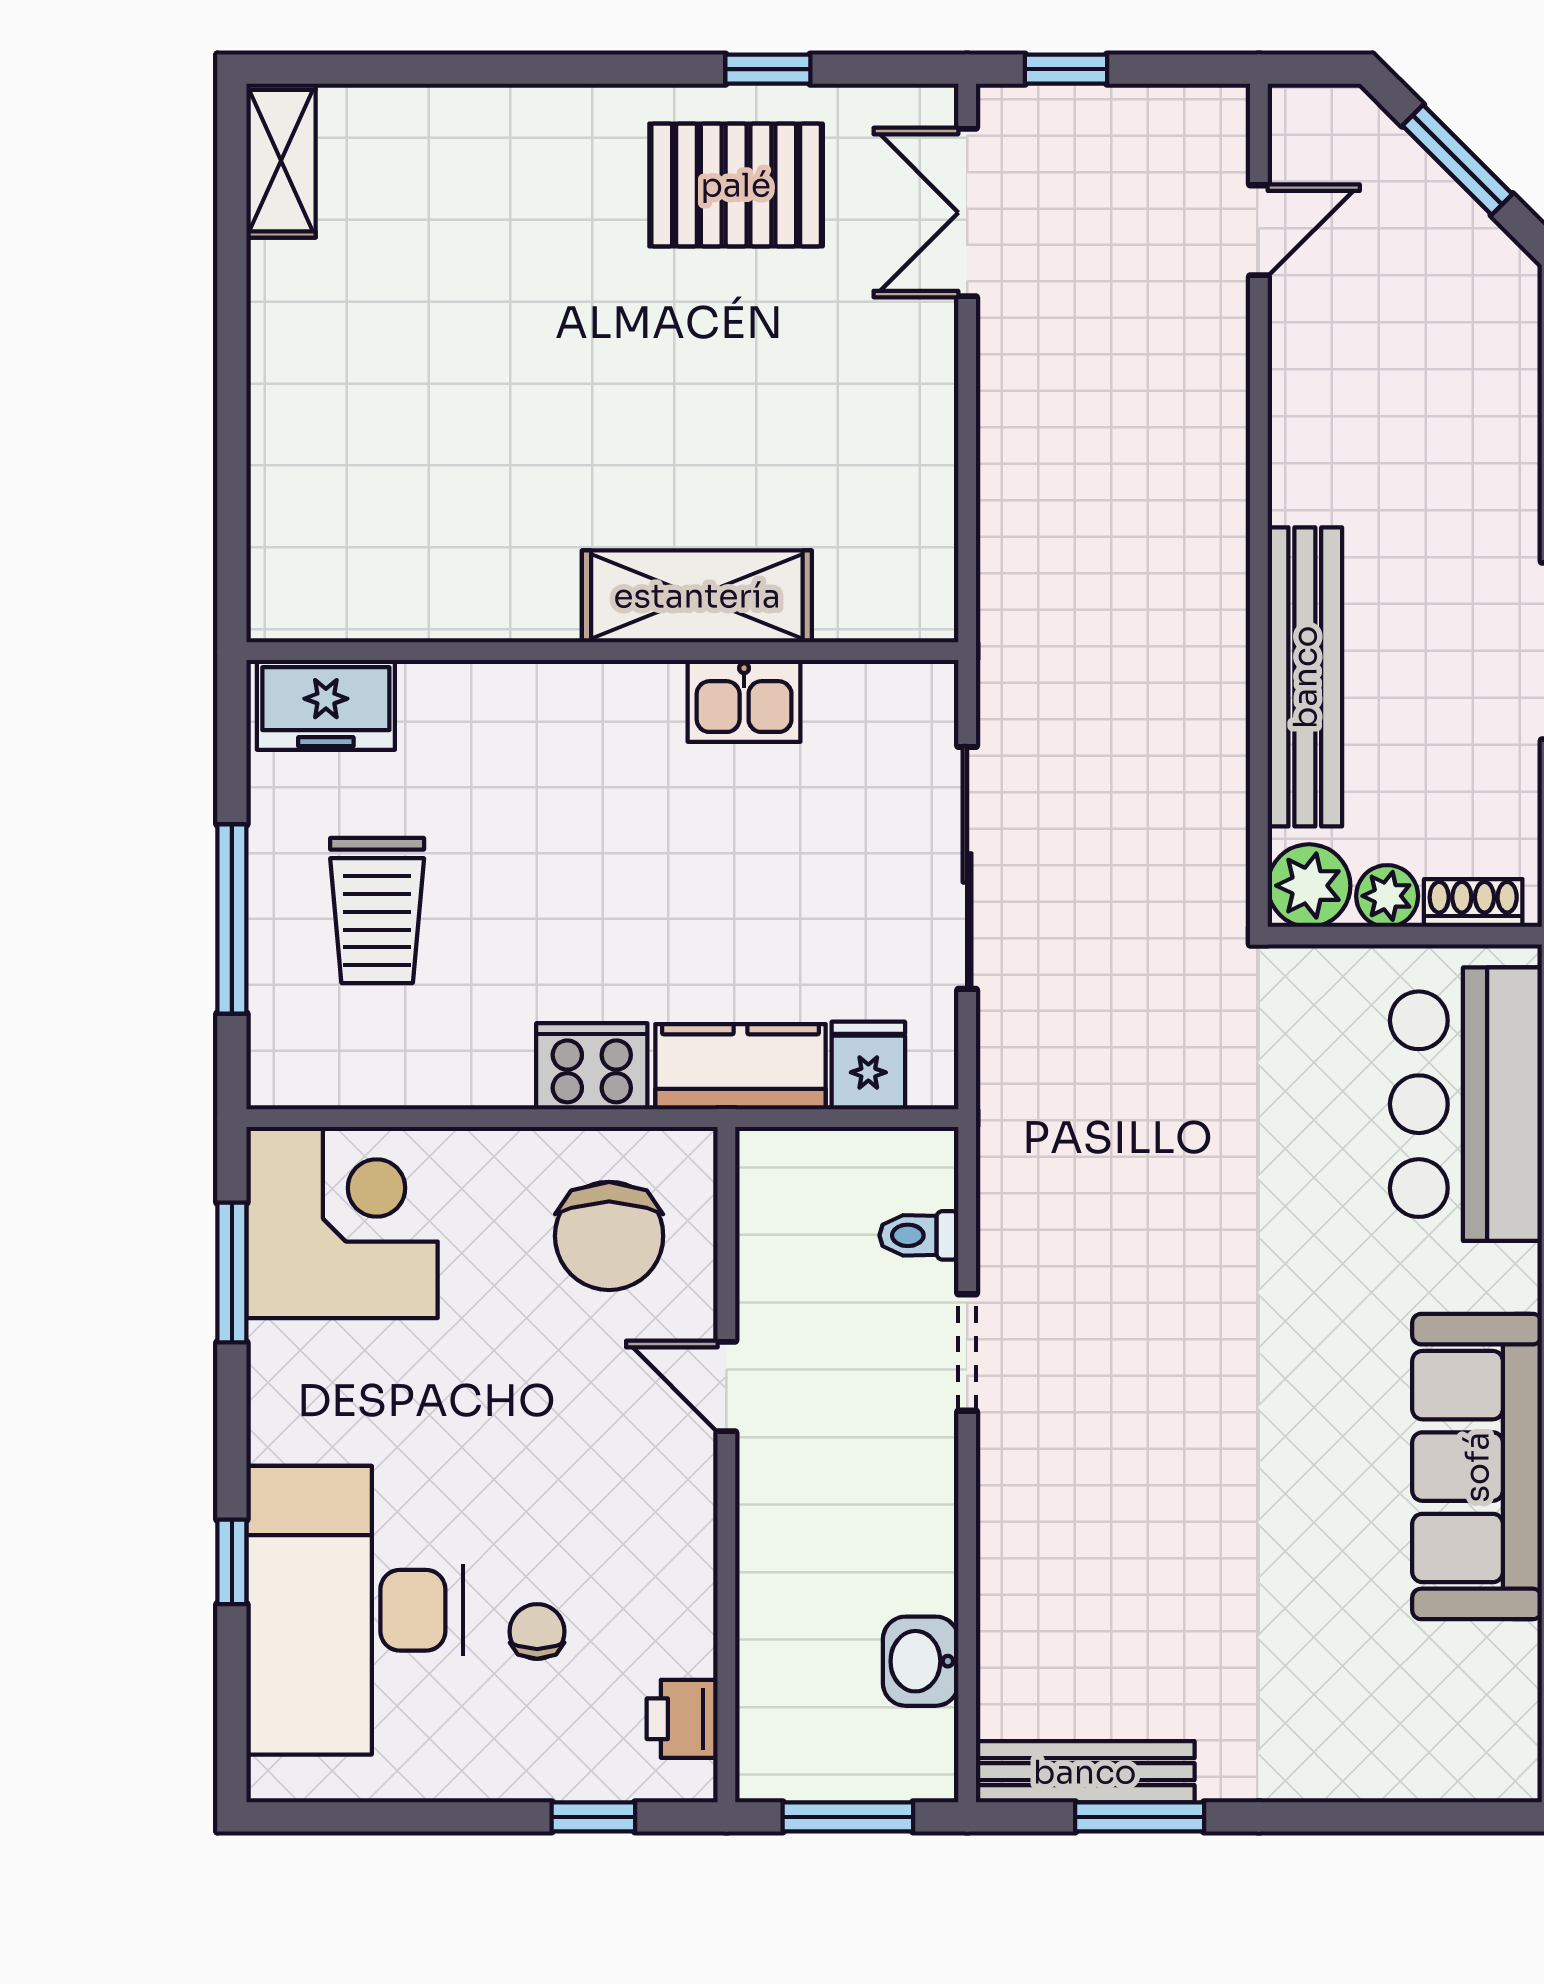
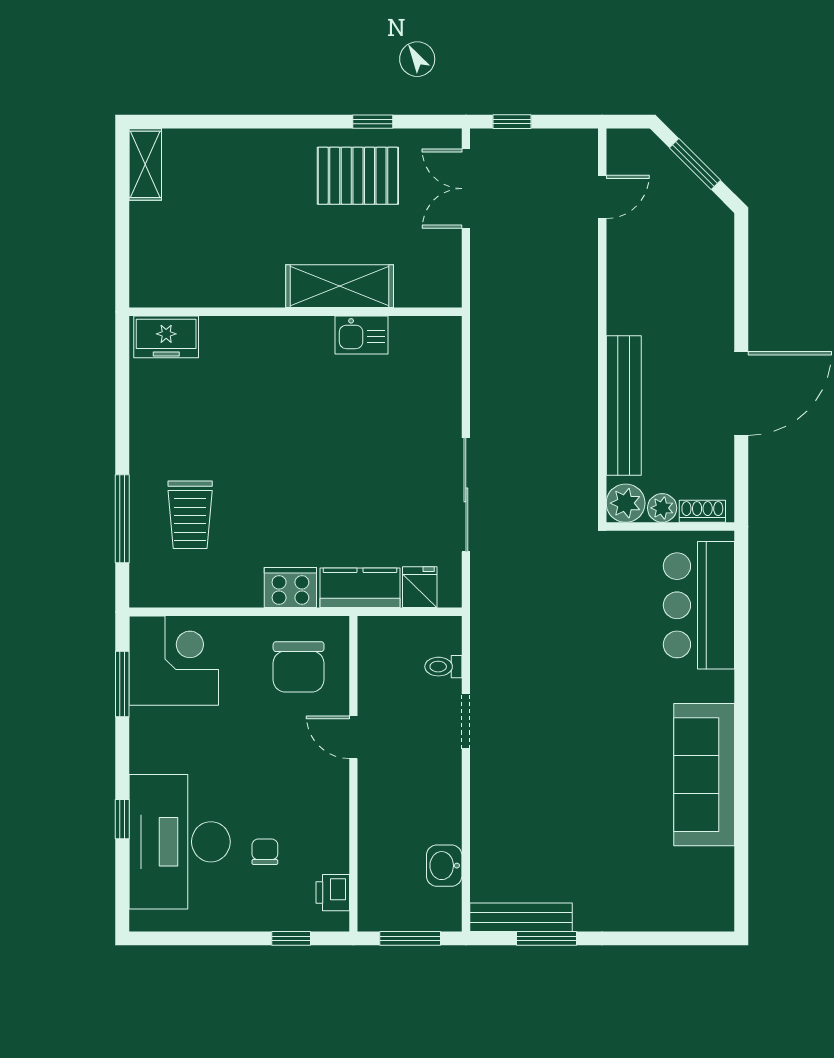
shelving: (697, 596) -> (340, 286), moved
wall: (602, 651) -> (295, 312), moved
kitchen sink: (744, 701) -> (362, 335), moved
freezer: (326, 705) -> (166, 337), moved

